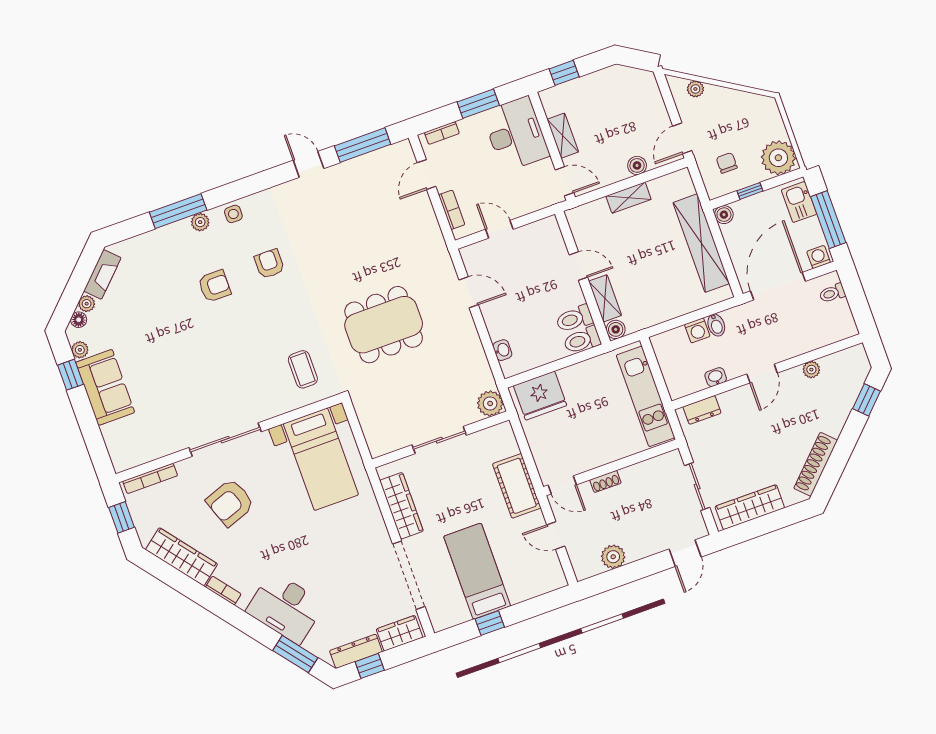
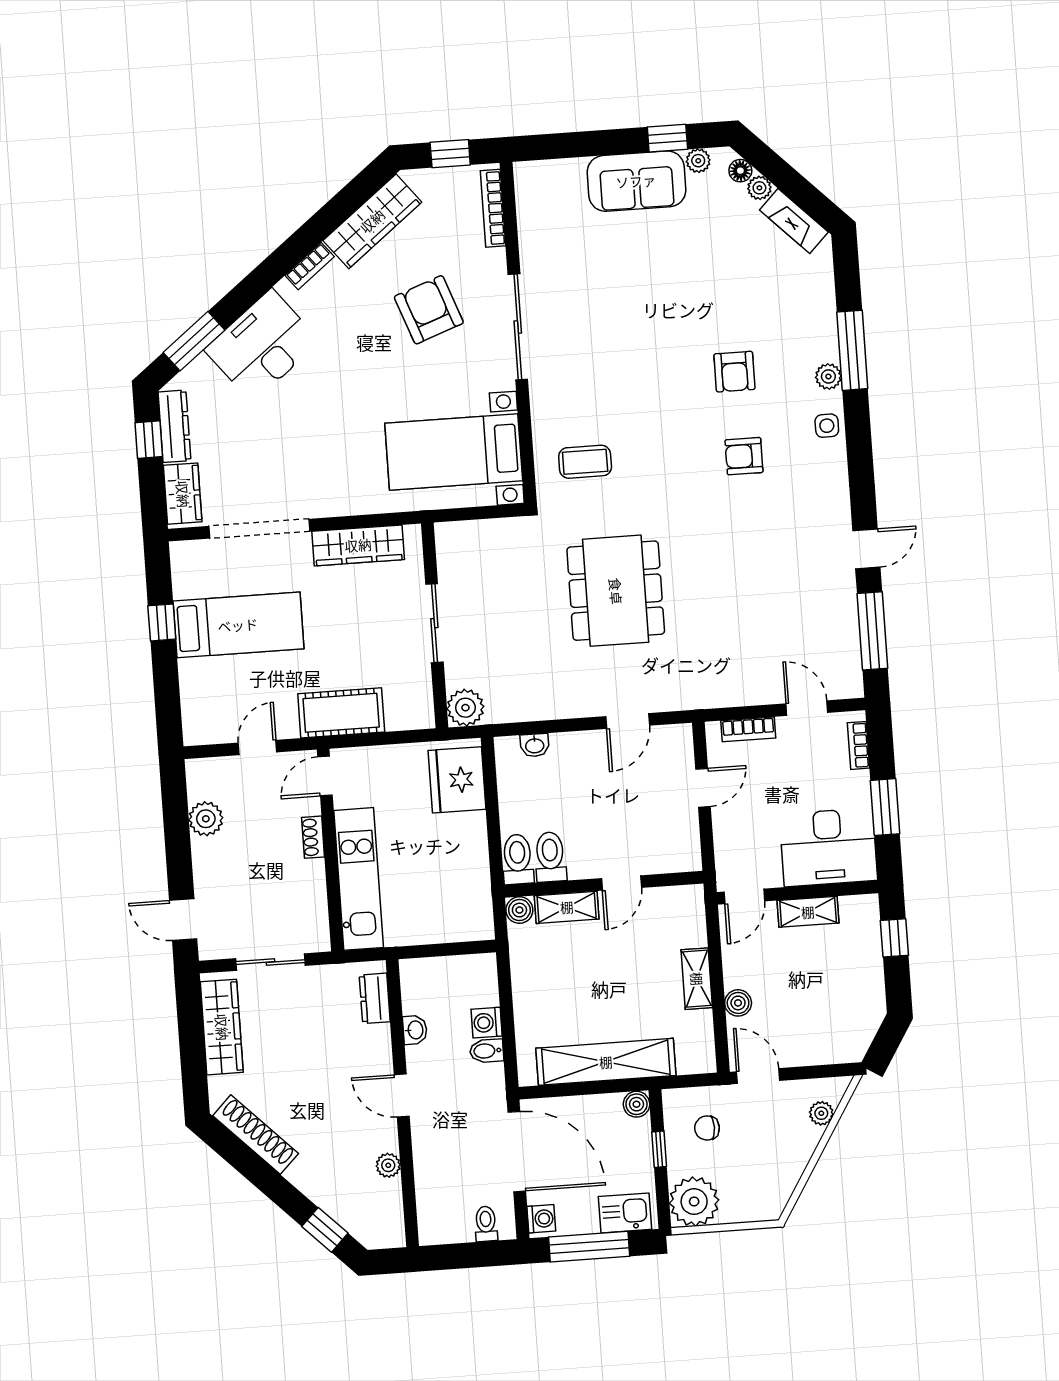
chair: (727, 163) -> (707, 1128), turned 180
armchair: (269, 264) -> (744, 456), turned 180
kitchen unit: (646, 396) -> (359, 879), moved, turned 90

